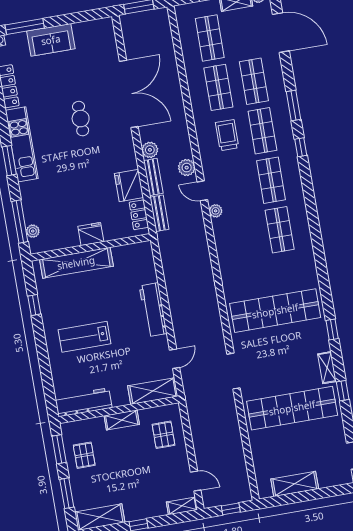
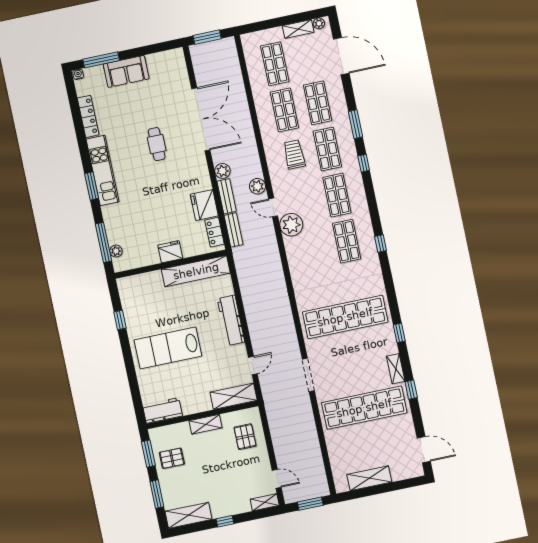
plant: (216, 211) -> (291, 225), width x1.87, depth x1.87
window: (316, 233) -> (381, 244), added
shelving: (76, 263) -> (196, 271), moved
lab bench: (84, 337) -> (168, 348), width x1.36, depth x1.39
workbench: (83, 402) -> (163, 410), width x0.73
pallet: (84, 455) -> (172, 458), turned 90
window: (231, 509) -> (310, 504), width x1.50

